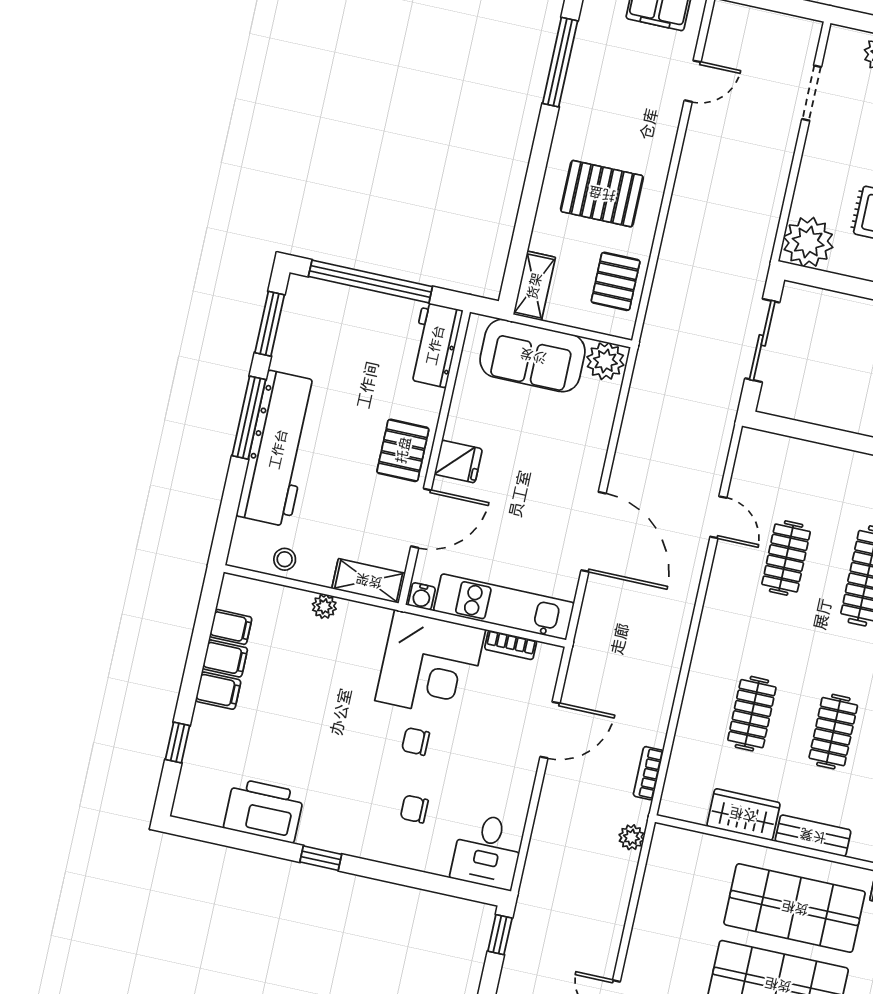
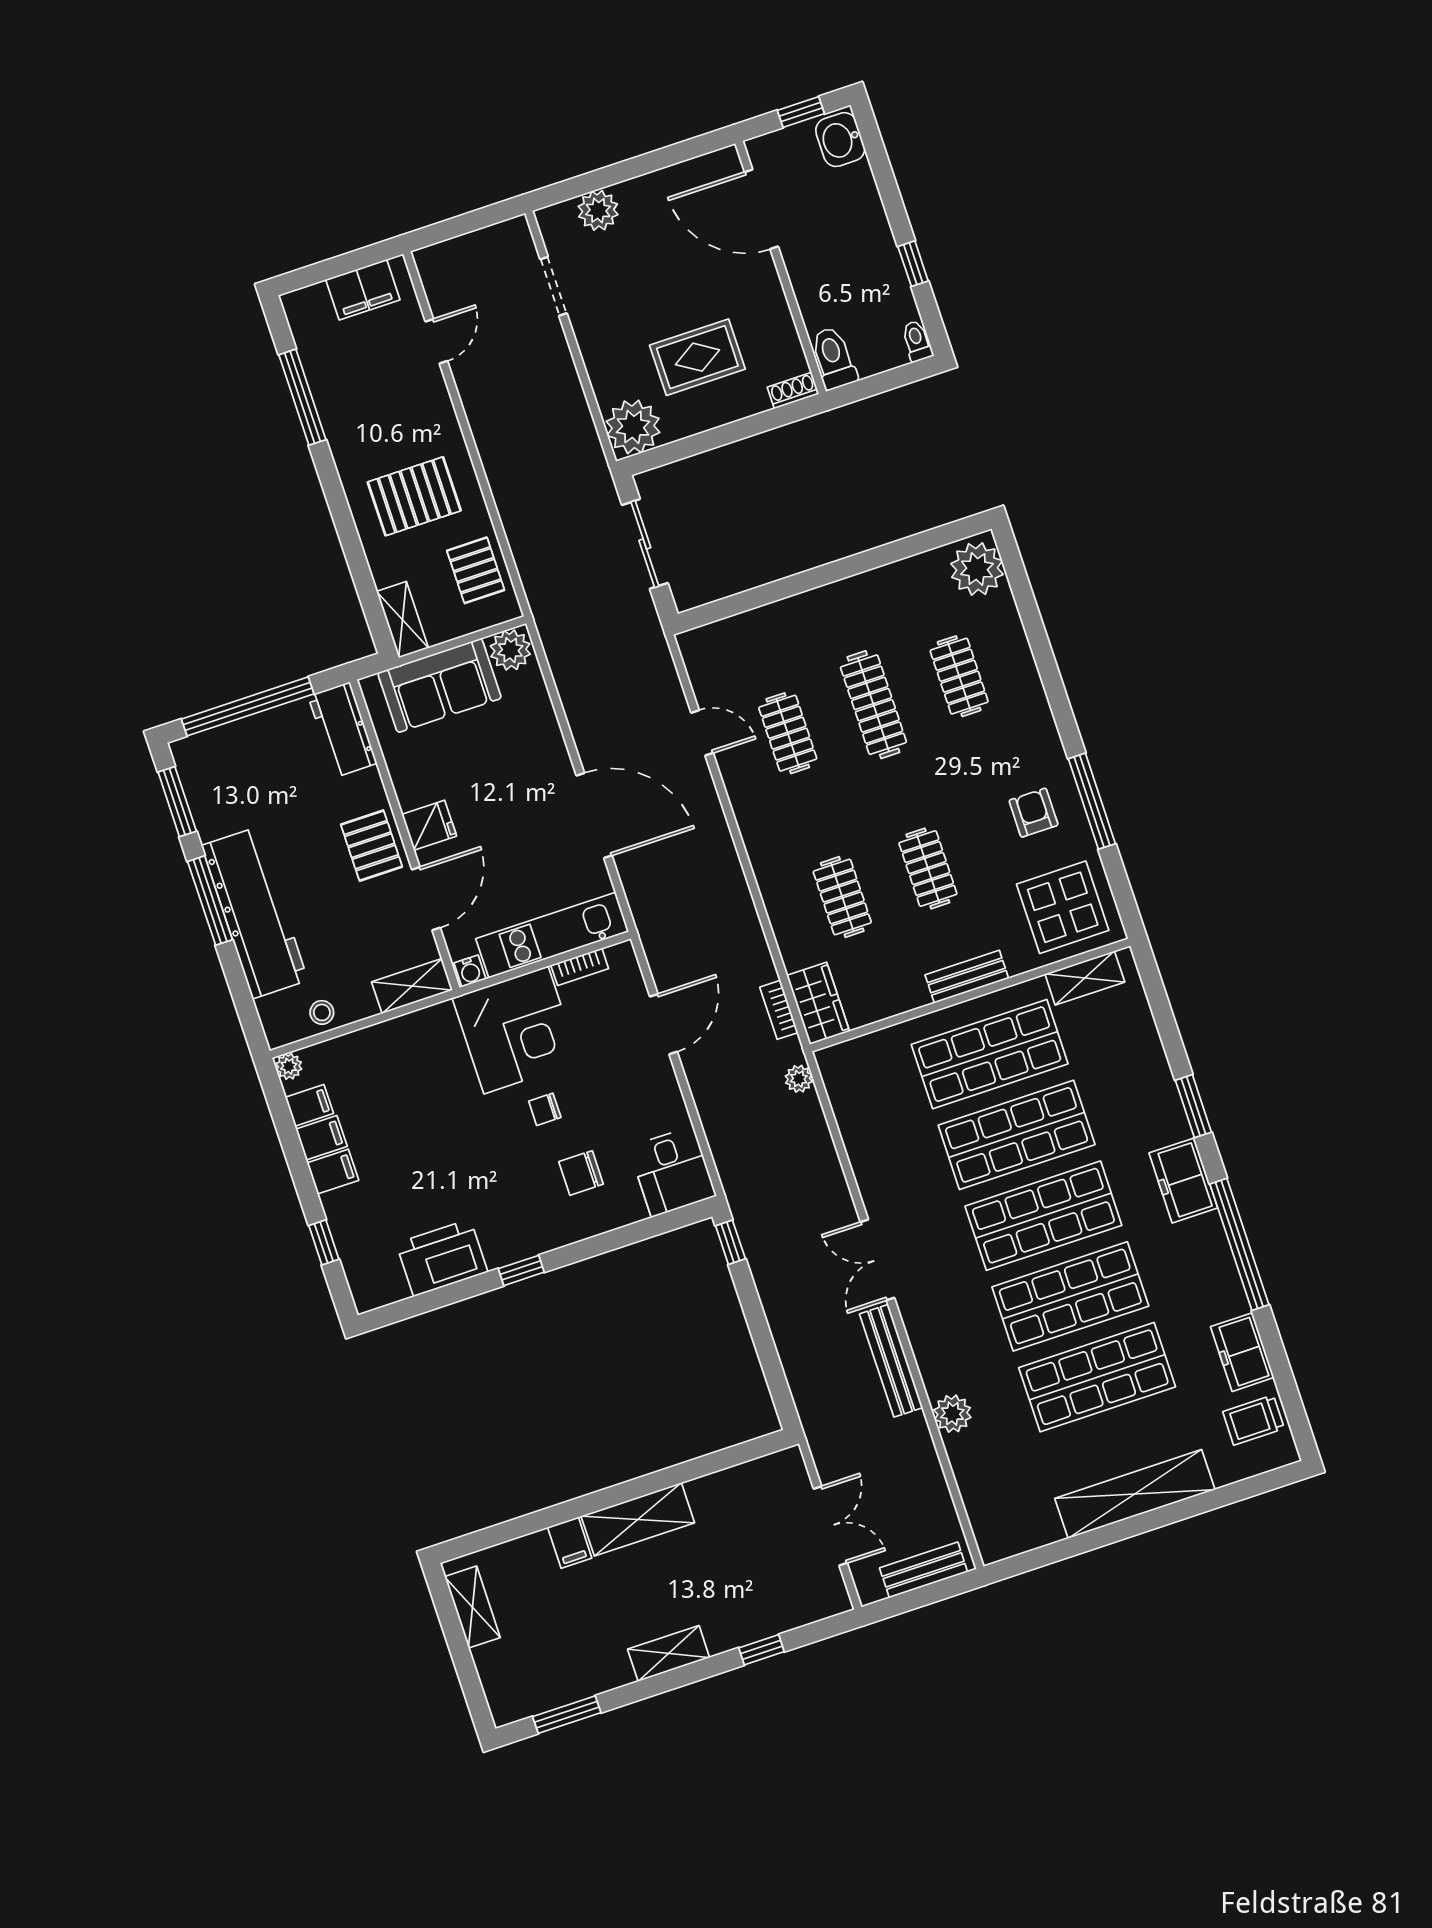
plant: (324, 606) -> (289, 1066), moved
chair: (414, 809) -> (581, 1173), width x1.37, depth x1.37
wardrobe: (743, 815) -> (818, 1003), moved, turned 90

